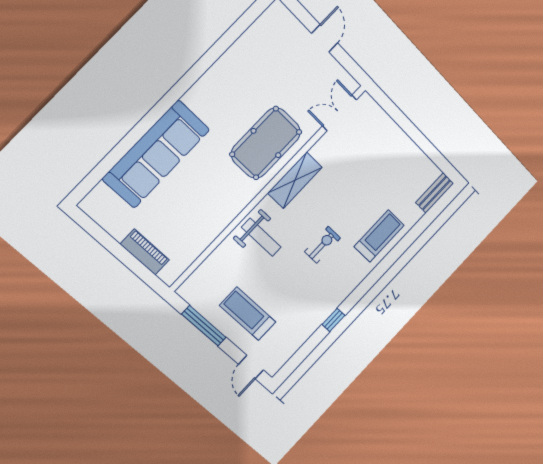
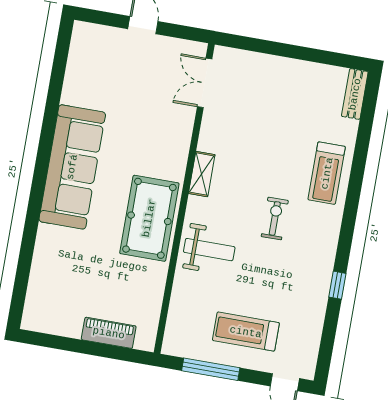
pool table: (266, 143) -> (149, 218), moved
sofa: (156, 154) -> (72, 167), moved
shelving: (295, 180) -> (202, 174), width x0.67, depth x0.75
treadmill: (379, 236) -> (327, 173), turned 180

